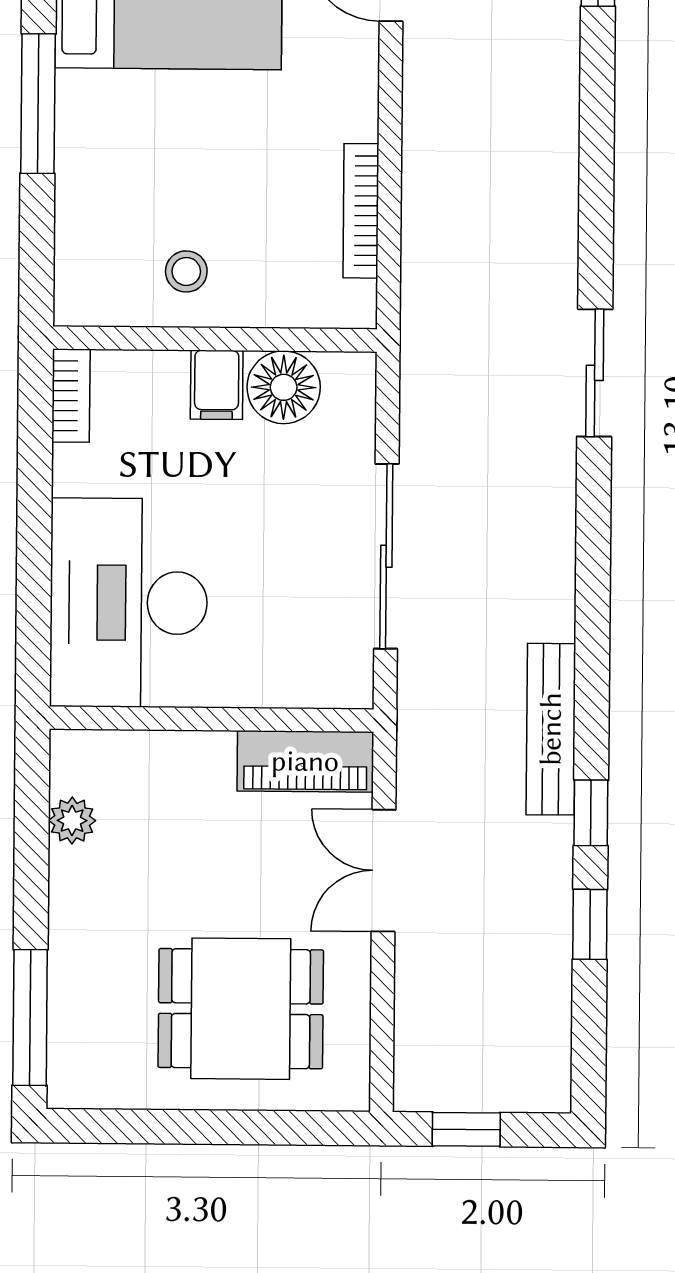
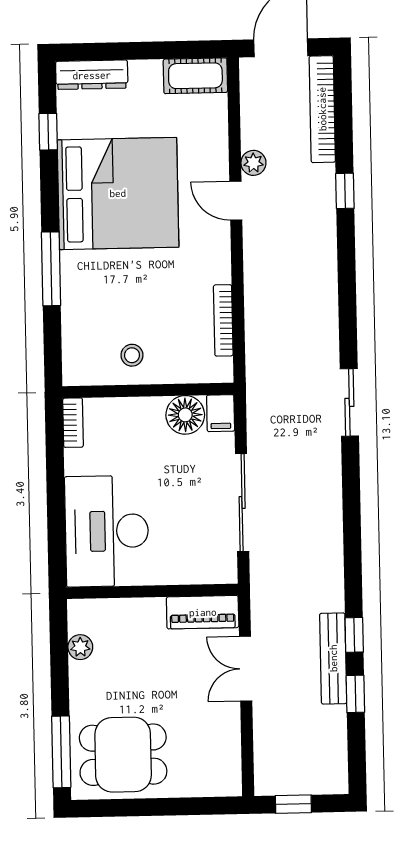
filing cabinet: (217, 385) -> (221, 413), moved
bench: (551, 729) -> (333, 658), moved
dining table: (241, 1009) -> (123, 755), moved

